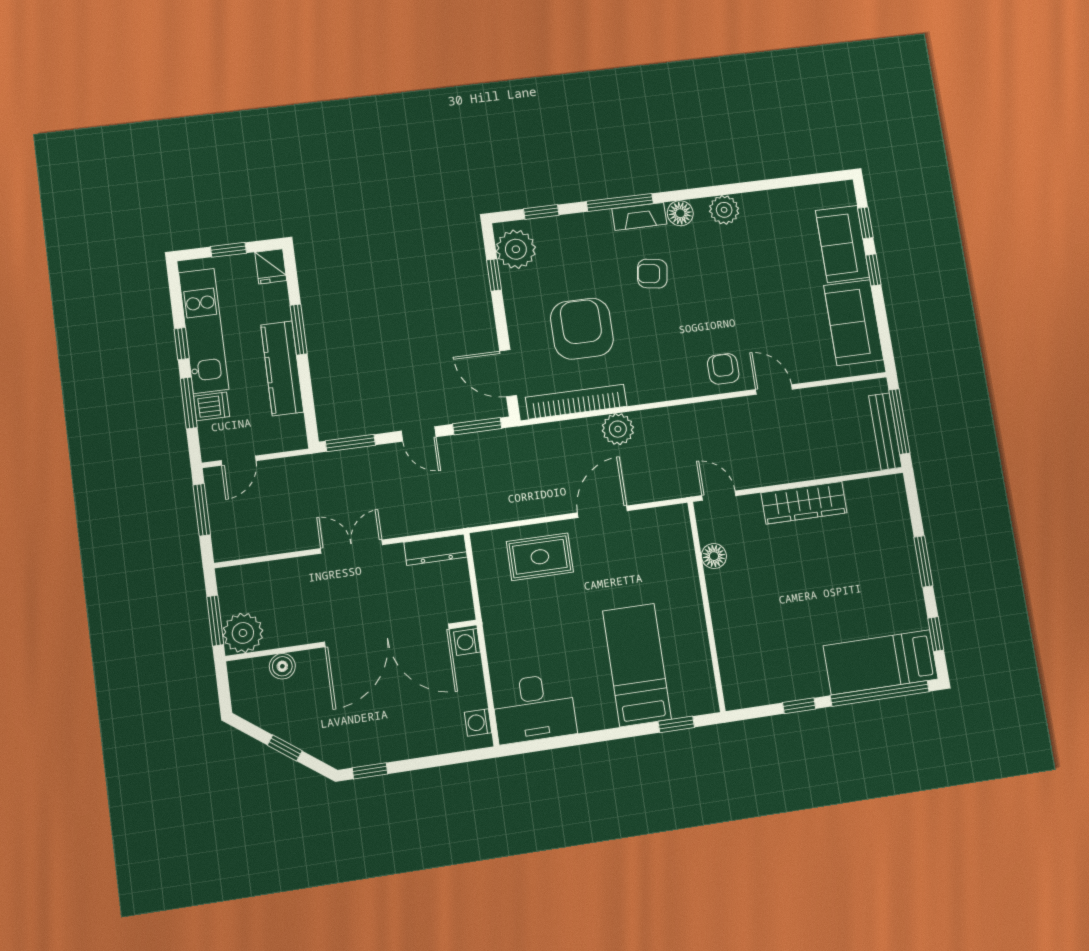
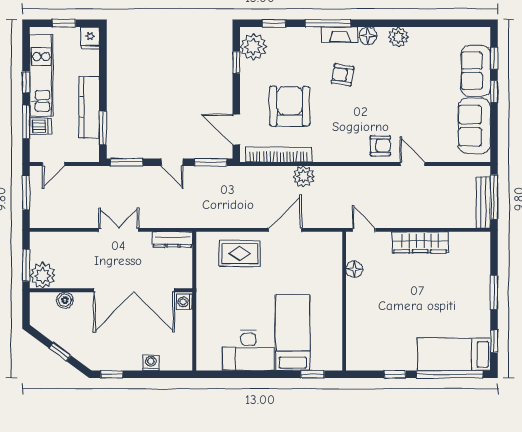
window: (299, 330) -> (103, 128), moved
armchair: (723, 369) -> (380, 146), turned 90
desk: (534, 708) -> (248, 350), moved
washing machine: (478, 722) -> (151, 363), moved, turned 90

